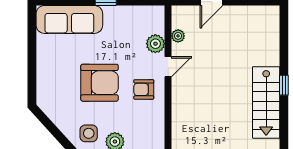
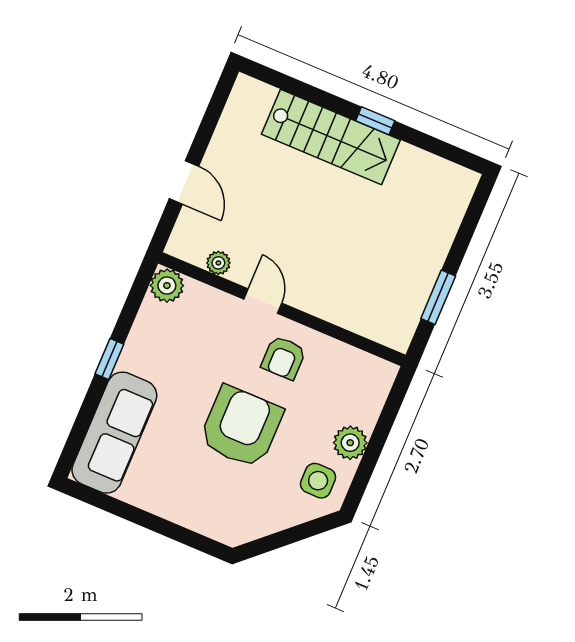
plant: (155, 44) -> (167, 286), moved
stairs: (266, 102) -> (331, 137), moved

